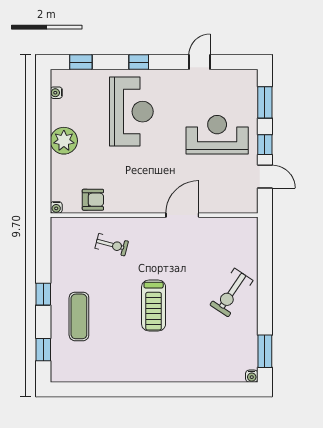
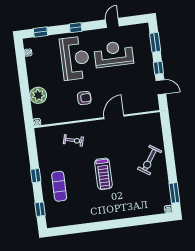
reception desk: (217, 135) -> (114, 54), moved
plant: (64, 141) -> (38, 95), moved
armchair: (93, 200) -> (84, 98), moved

